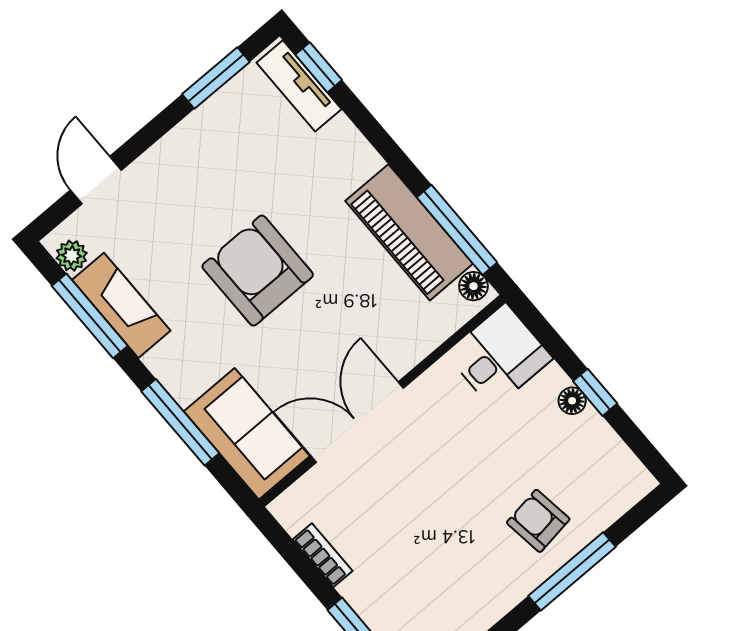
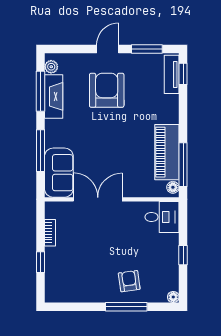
door: (96, 180) -> (108, 49), moved
armchair: (258, 271) -> (107, 90), moved
floor lamp: (572, 401) -> (173, 297), moved

